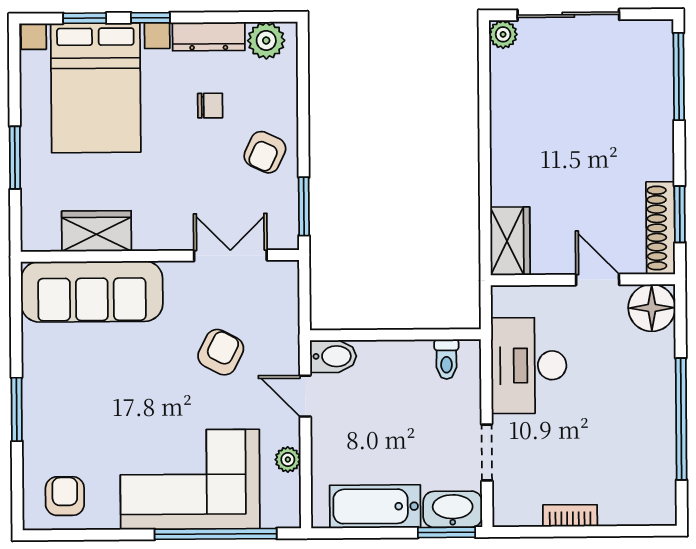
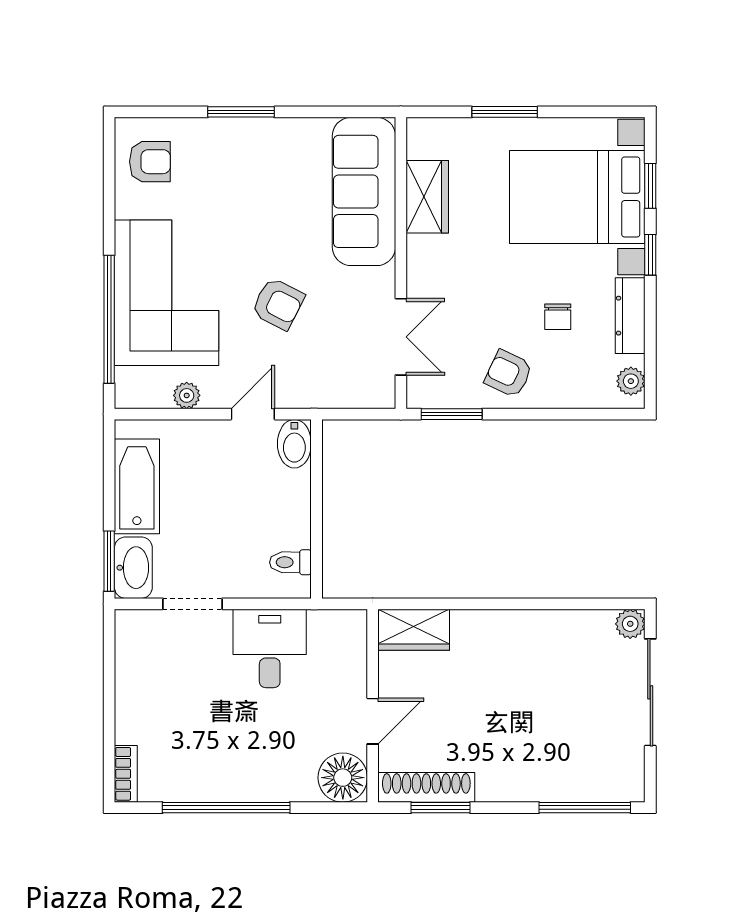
plant: (266, 40) -> (631, 381), width x0.73, depth x0.73
armchair: (221, 352) -> (278, 304), moved
desk: (529, 365) -> (270, 648), width x0.73
bookcase: (570, 516) -> (126, 774), moved

